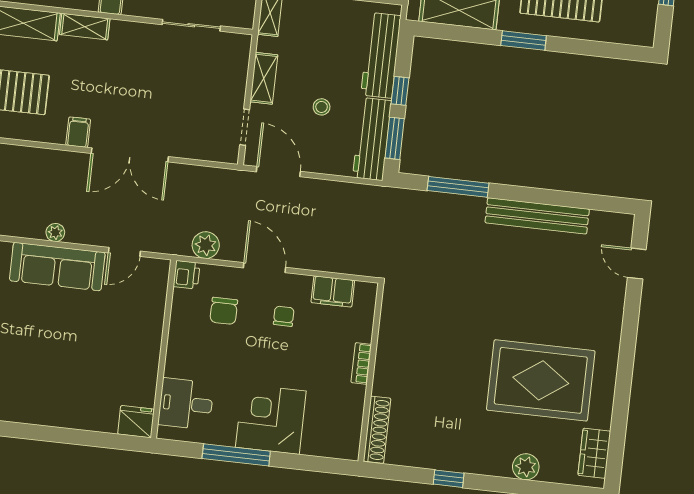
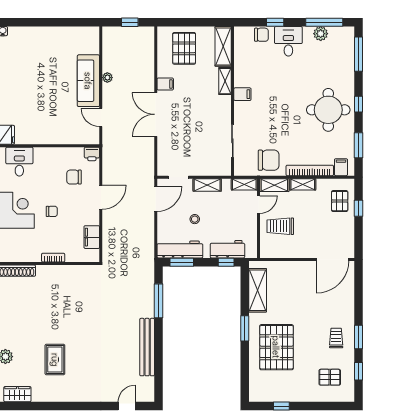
workbench: (381, 55) -> (227, 249), width x0.73
window: (400, 91) -> (226, 262), moved
plant: (206, 245) -> (110, 163), removed
chair: (284, 316) -> (52, 211), moved
rug: (541, 380) -> (55, 360), width x0.54, depth x0.49

